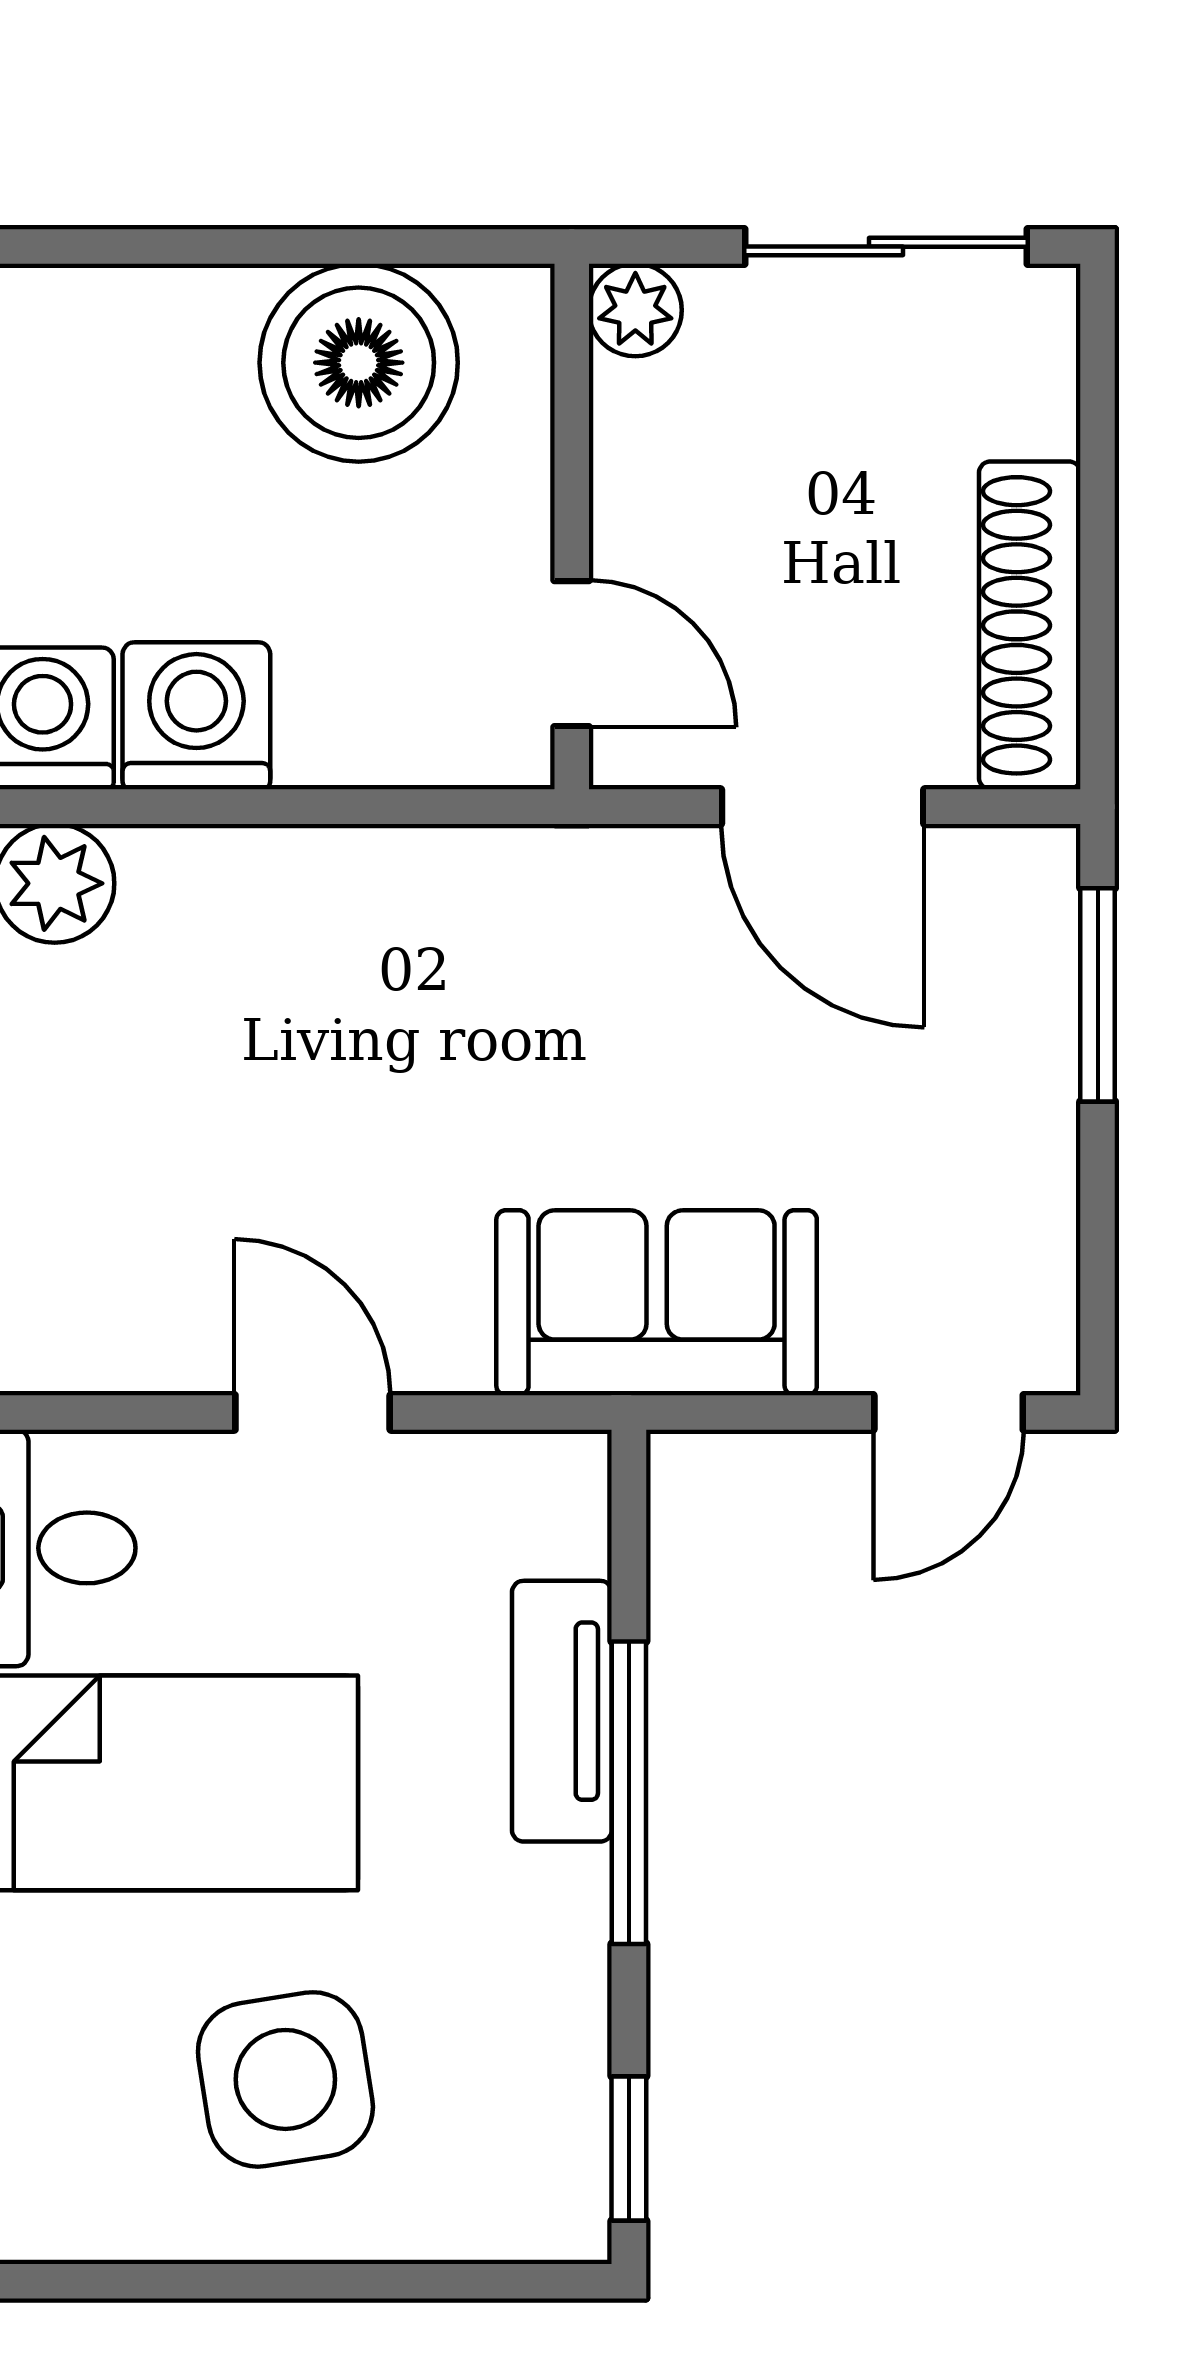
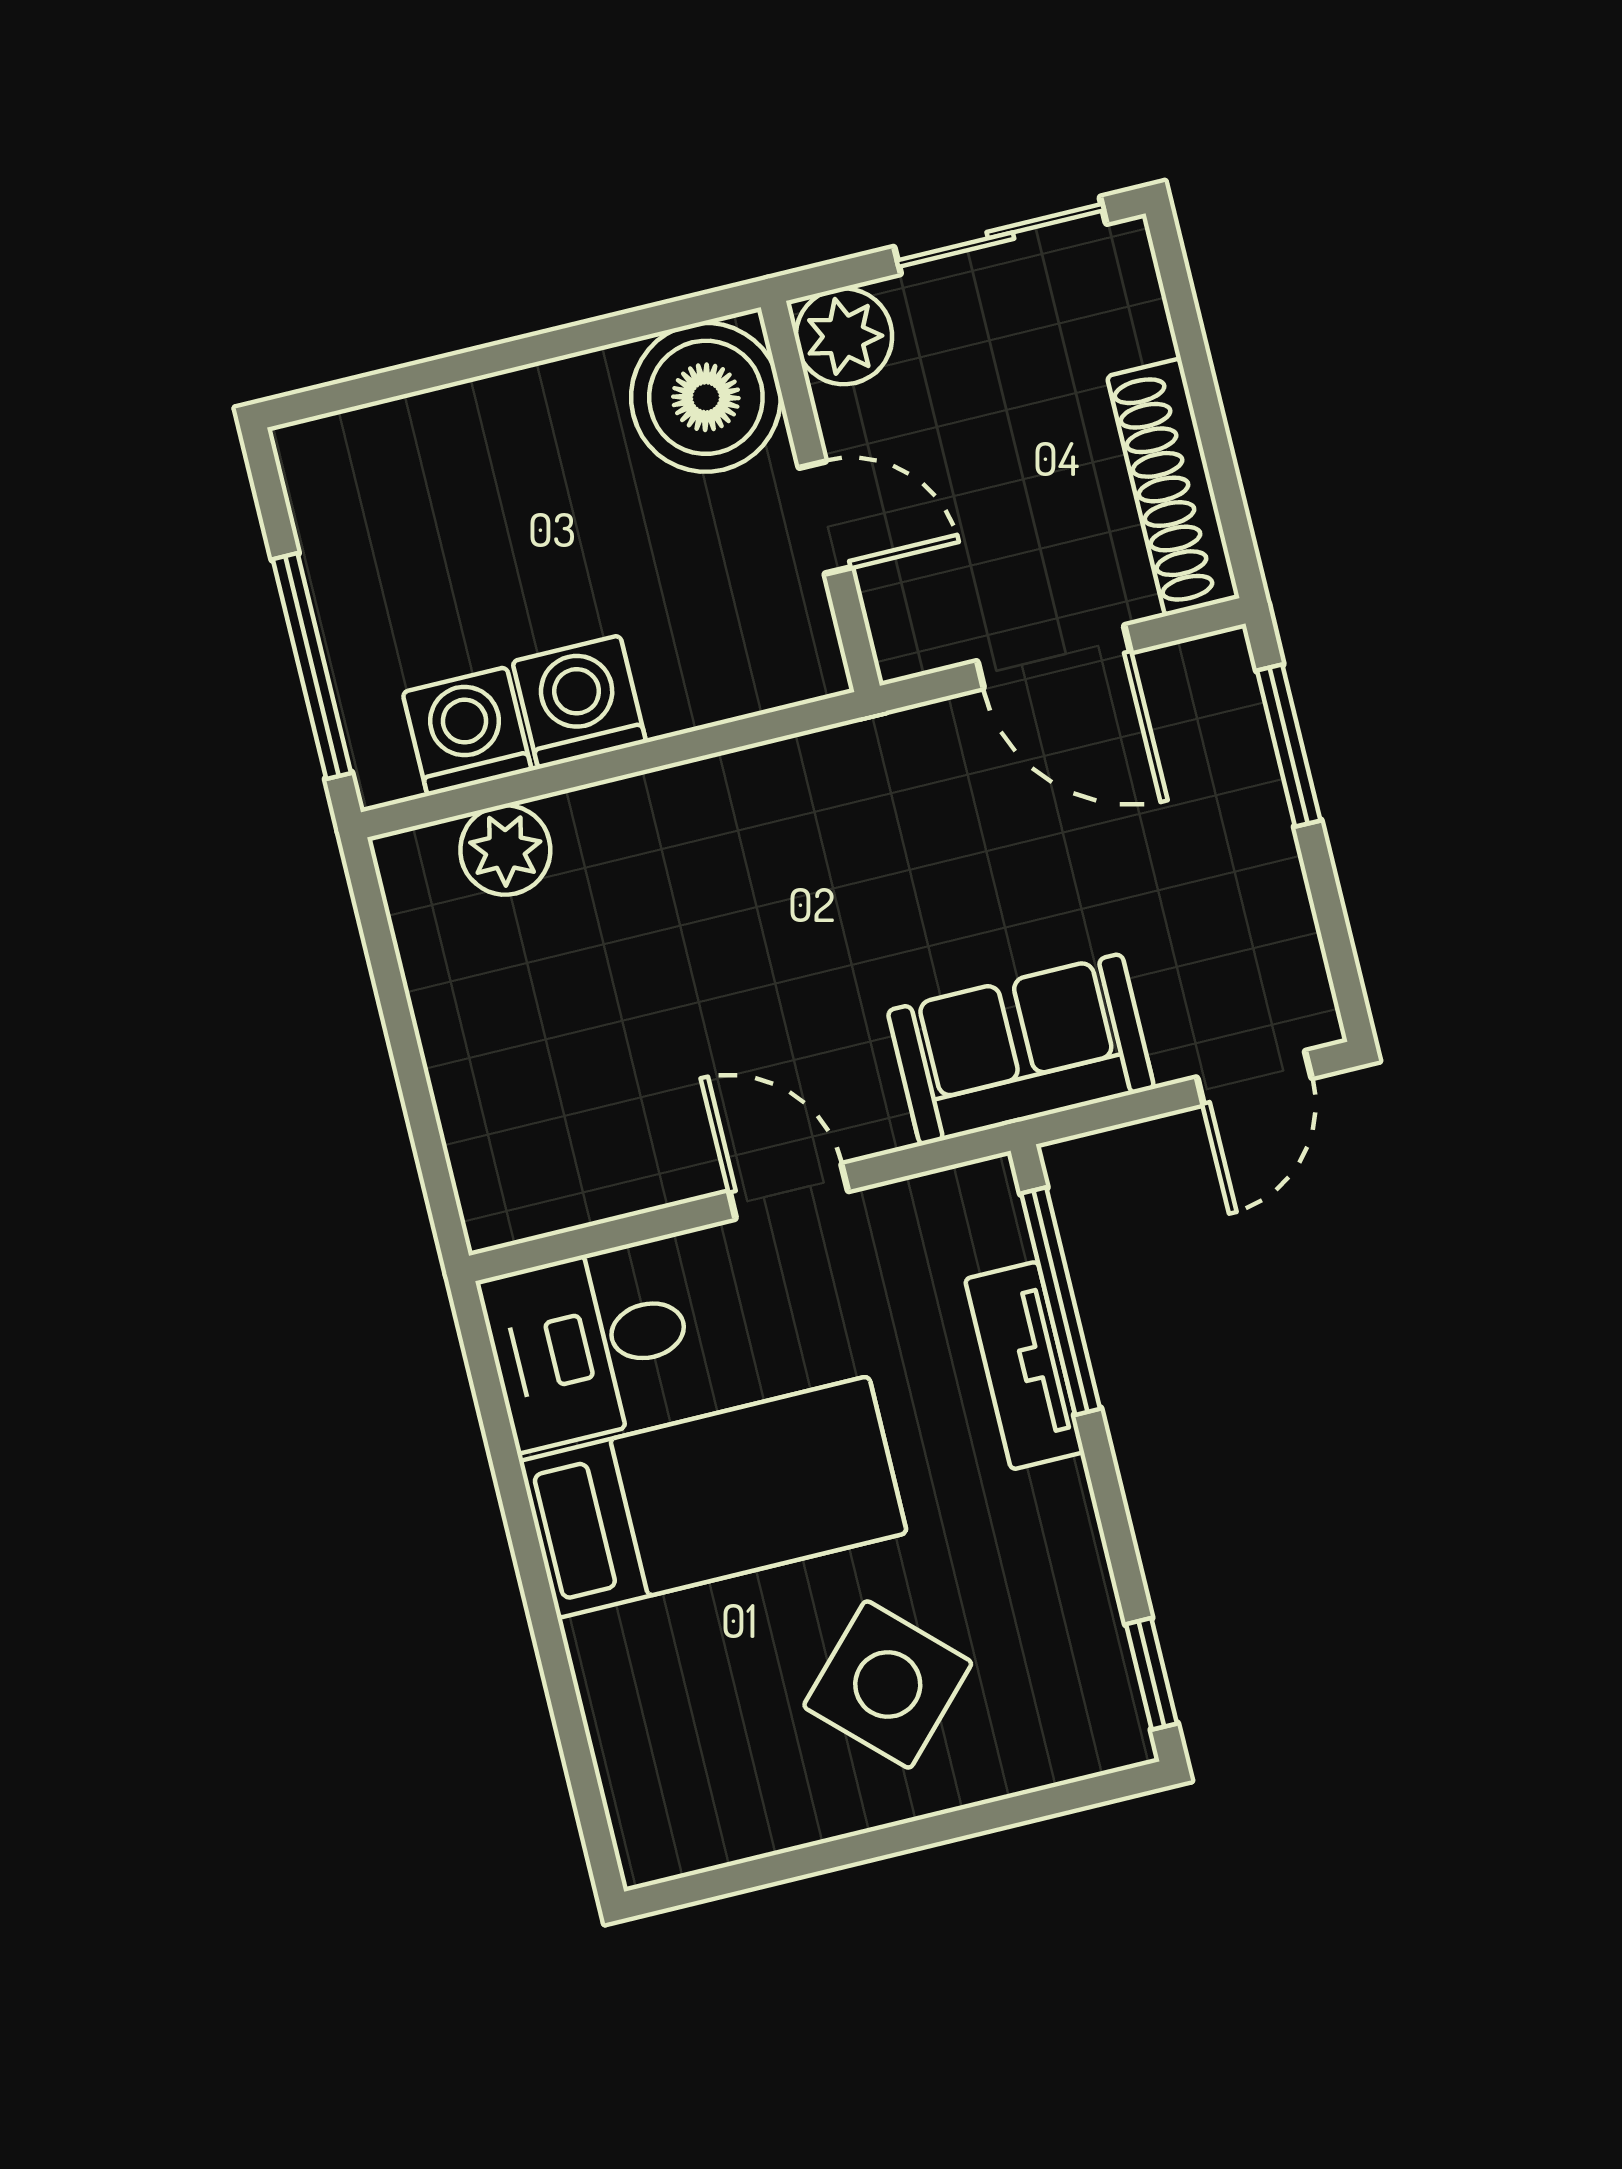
plant: (635, 310) -> (844, 336), width x1.38, depth x1.38
boiler: (359, 363) -> (706, 397), moved
door: (572, 654) -> (825, 517), moved
window: (629, 1793) -> (1061, 1301), moved
side table: (285, 2079) -> (888, 1684), turned -37

